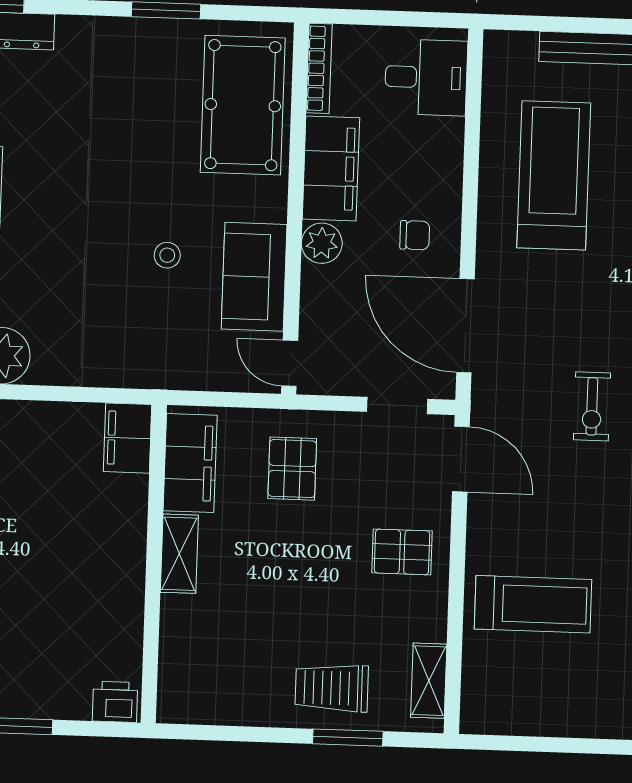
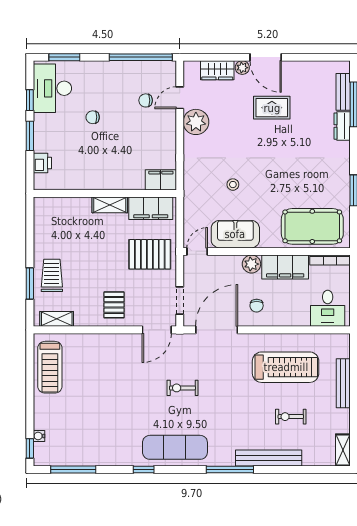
stool: (167, 255) -> (233, 185), moved
pallet: (292, 469) -> (150, 254), width x1.50, depth x1.42
treadmill: (533, 604) -> (50, 367), moved
printer: (115, 702) -> (42, 163), moved

